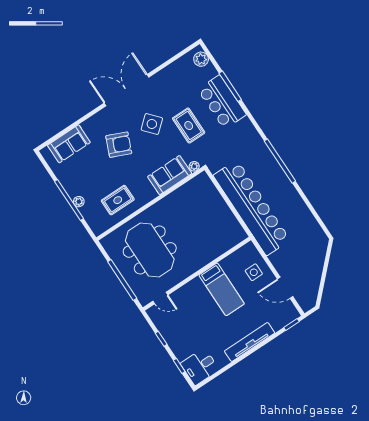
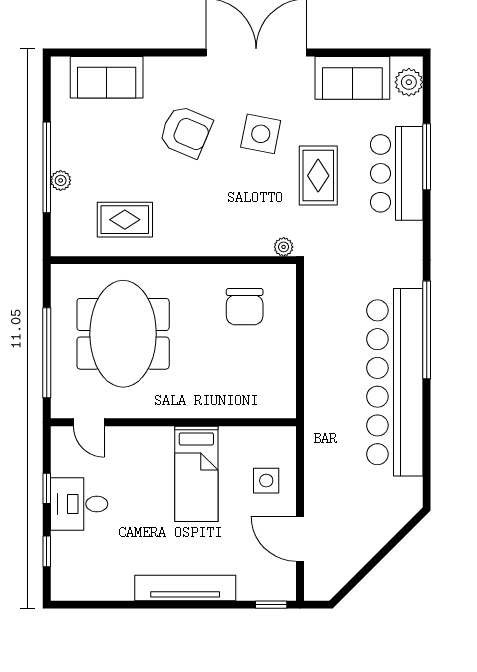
side table: (152, 124) -> (261, 134), turned -38
sofa: (170, 175) -> (352, 78), moved, turned 180
chair: (195, 203) -> (245, 307), added
bar counter: (252, 208) -> (395, 382), moved, turned 180
desk: (200, 367) -> (79, 504), moved

